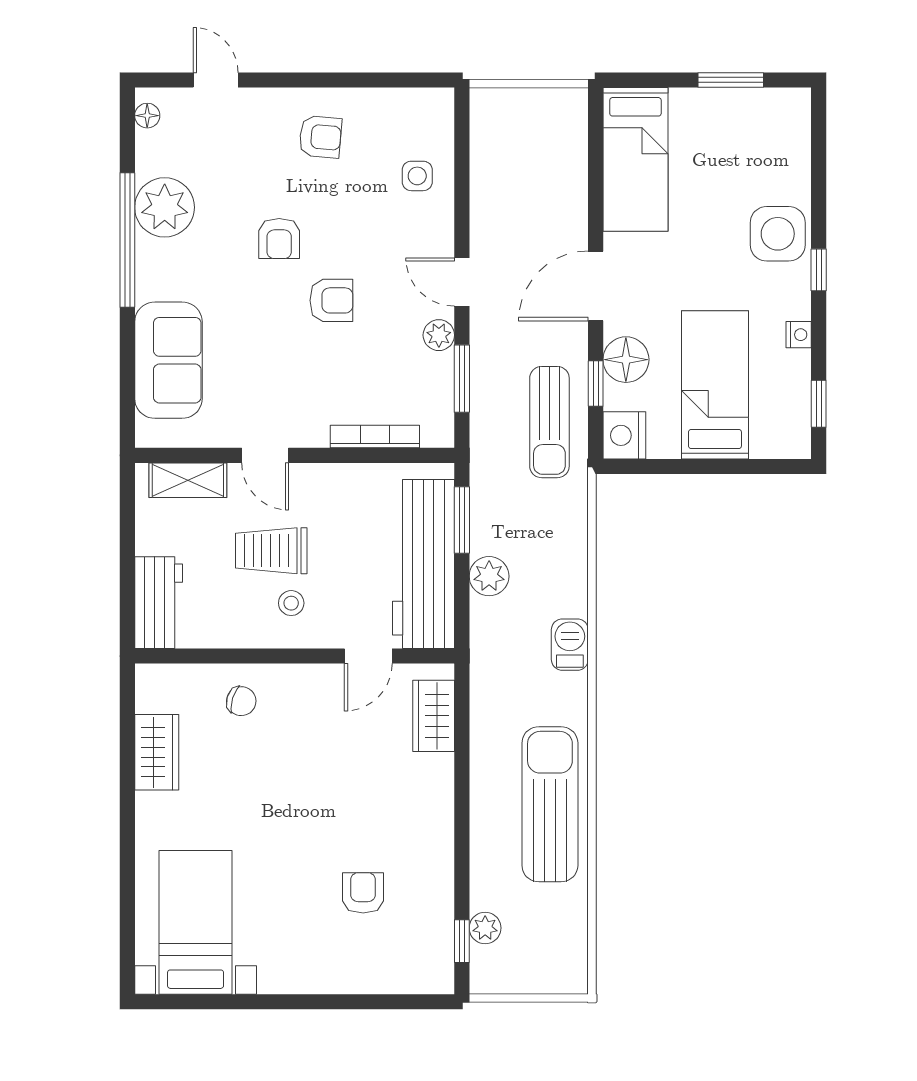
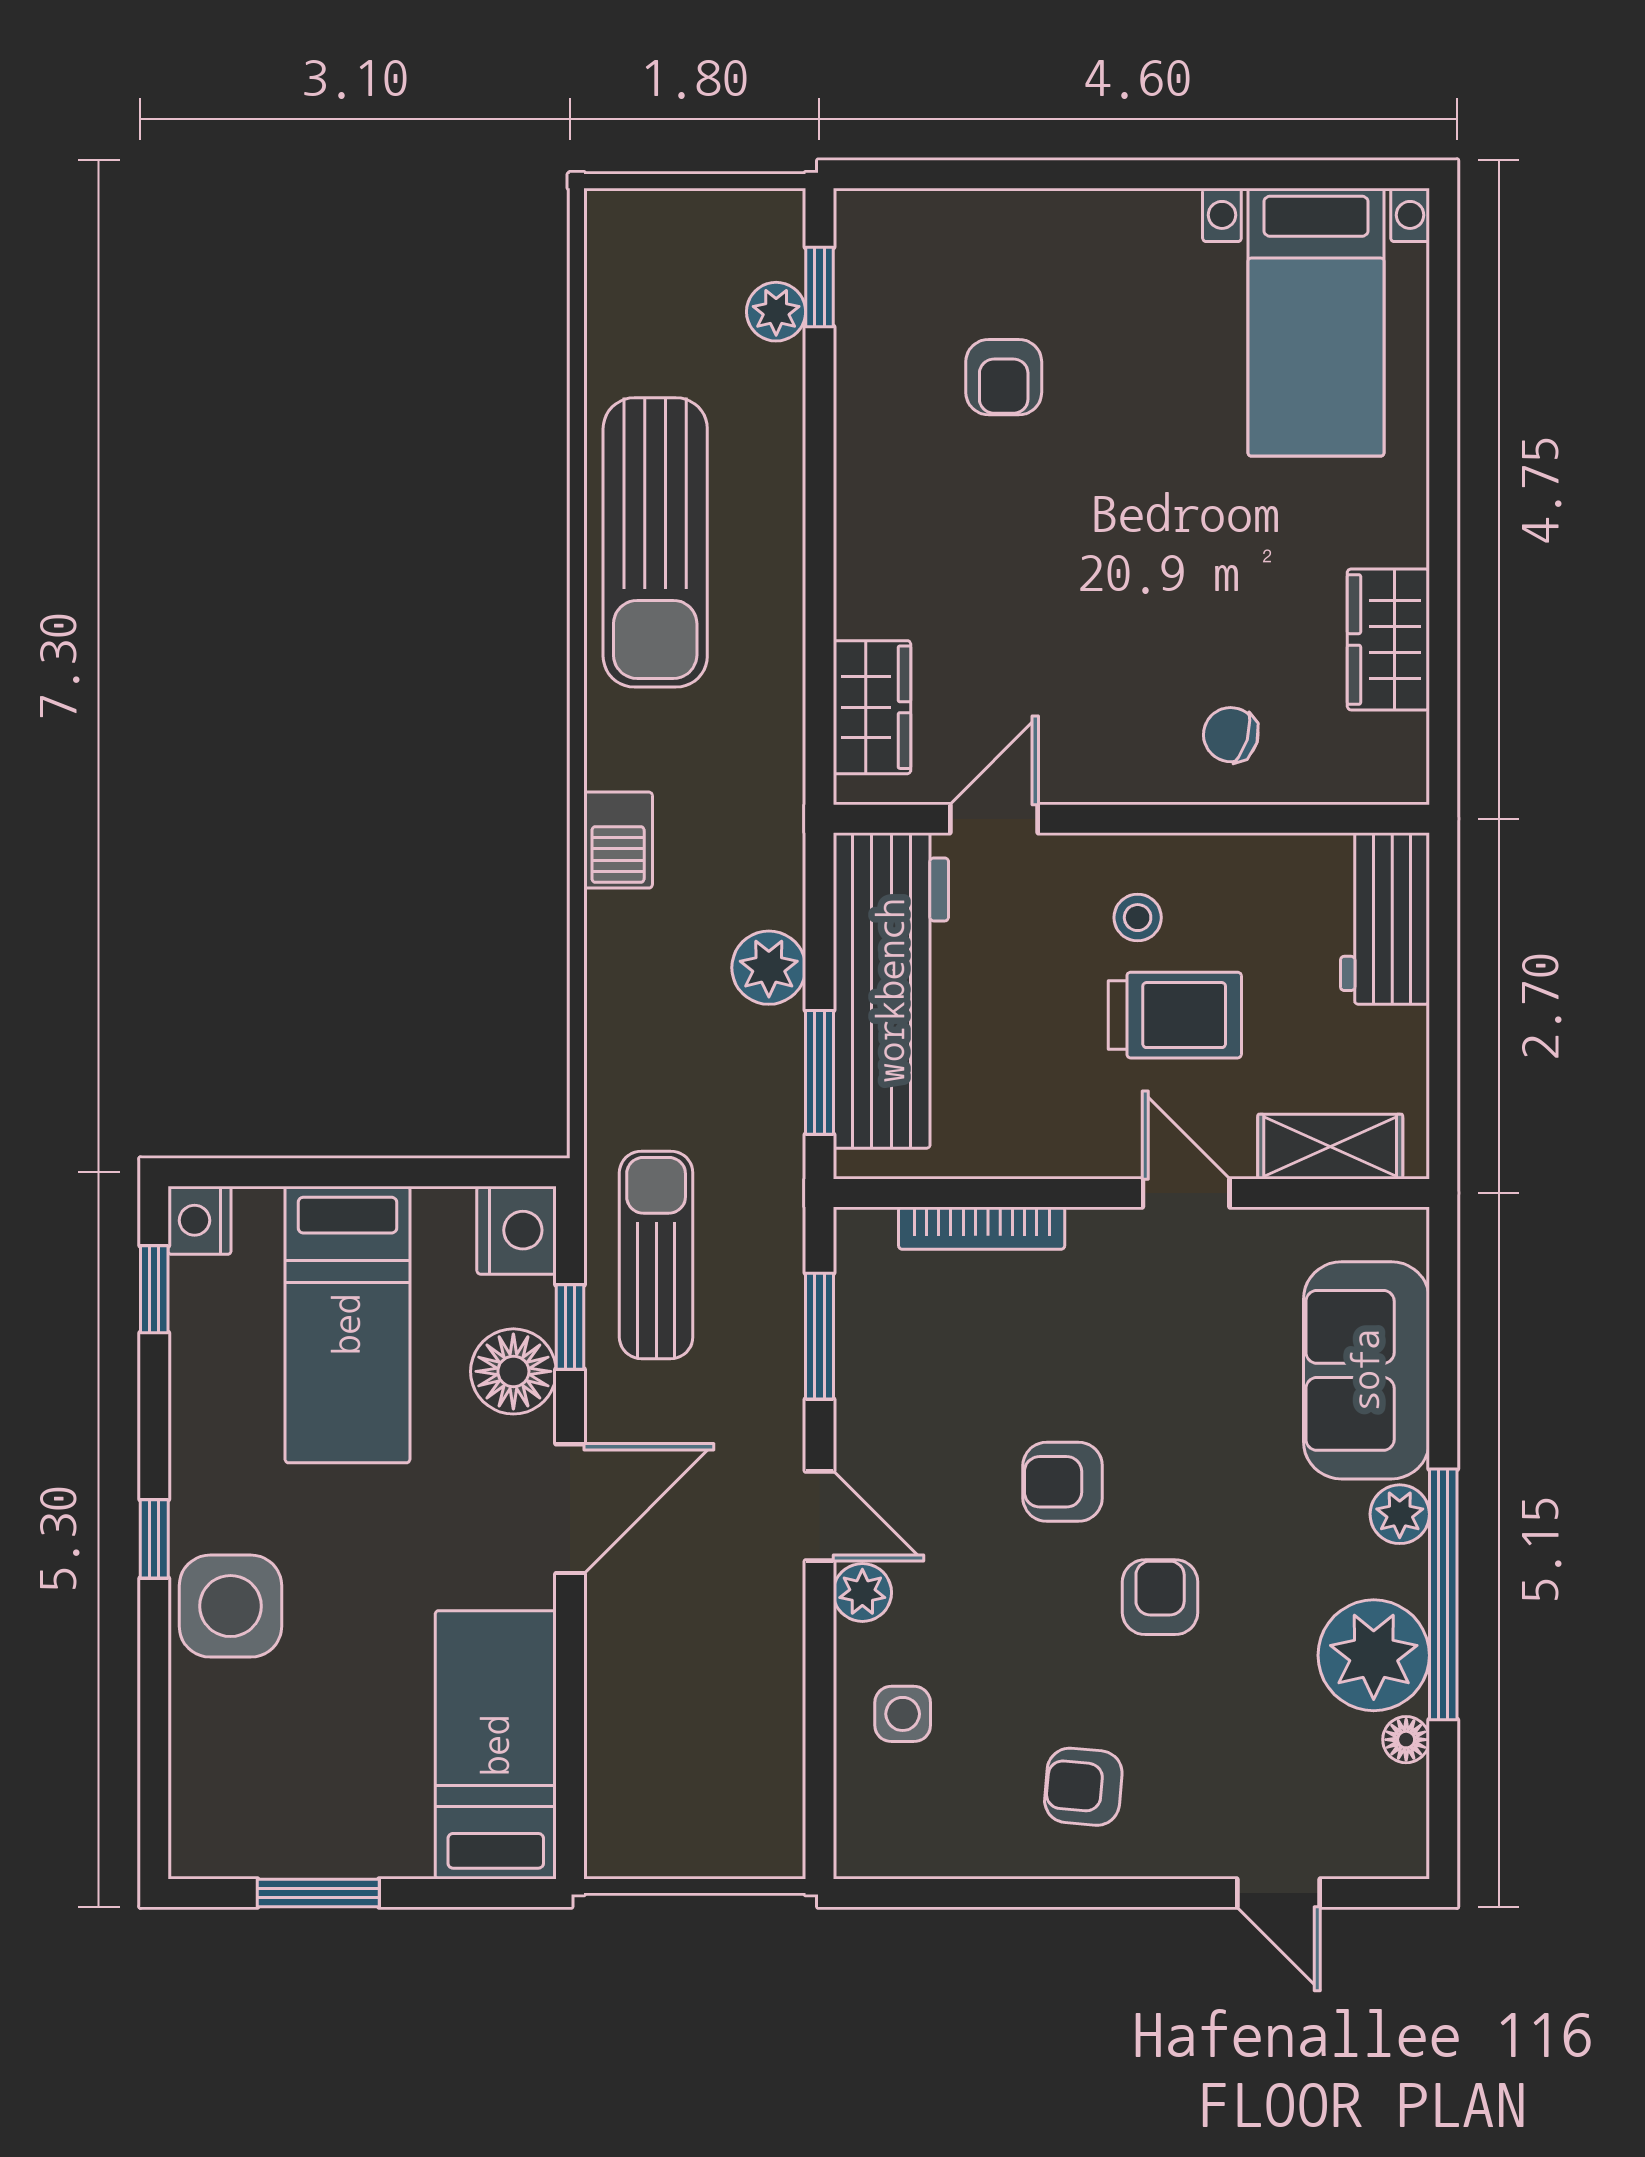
floor lamp: (147, 116) -> (1406, 1740), moved
plant: (151, 283) -> (1400, 1514), added
plant: (439, 335) -> (862, 1592), moved
nightstand: (799, 335) -> (200, 1220), moved, width x1.39, depth x1.35

